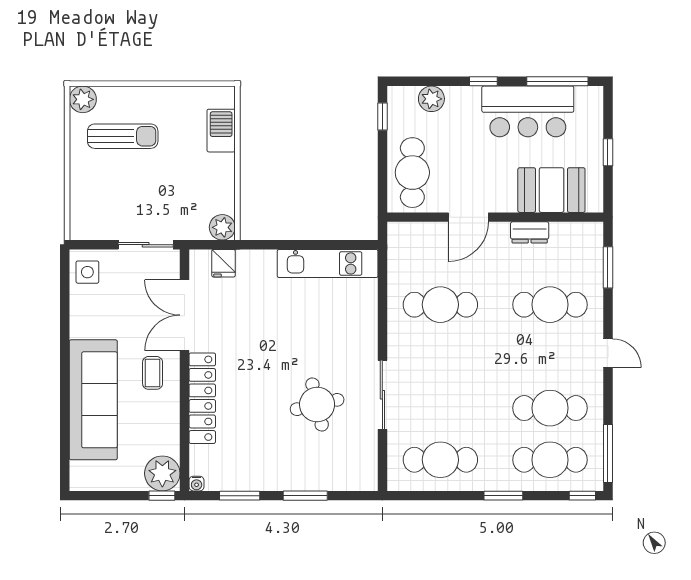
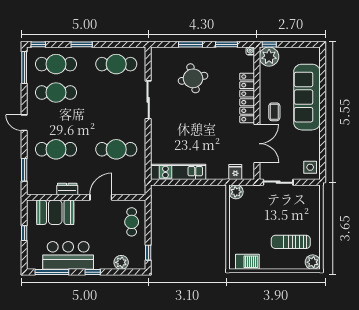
barbecue: (221, 131) -> (247, 262), moved, turned -90
cafe table: (412, 173) -> (132, 222), width x0.73, depth x0.74
round table: (317, 404) -> (193, 78), moved

